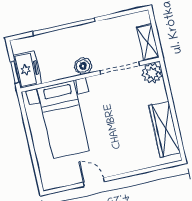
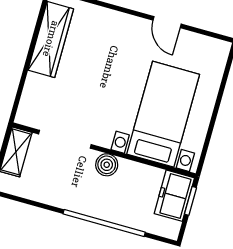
plant: (152, 73) -> (30, 113), removed

